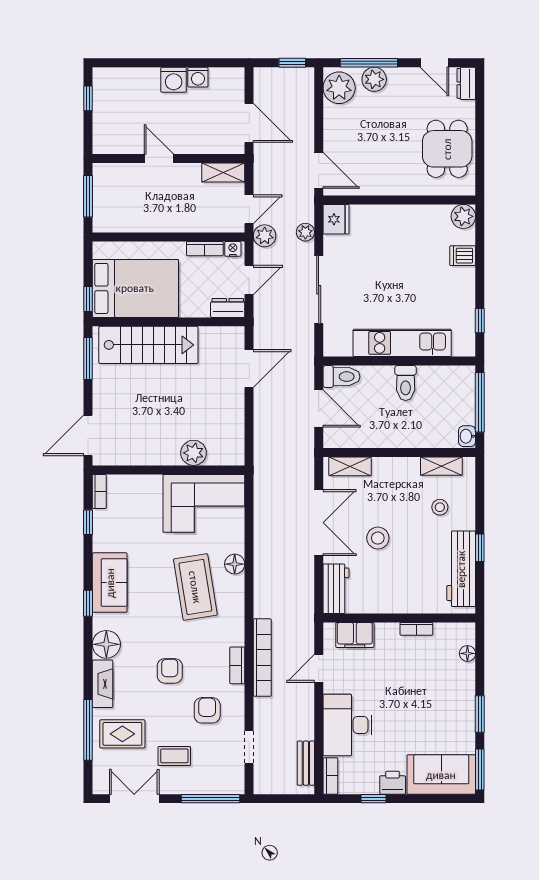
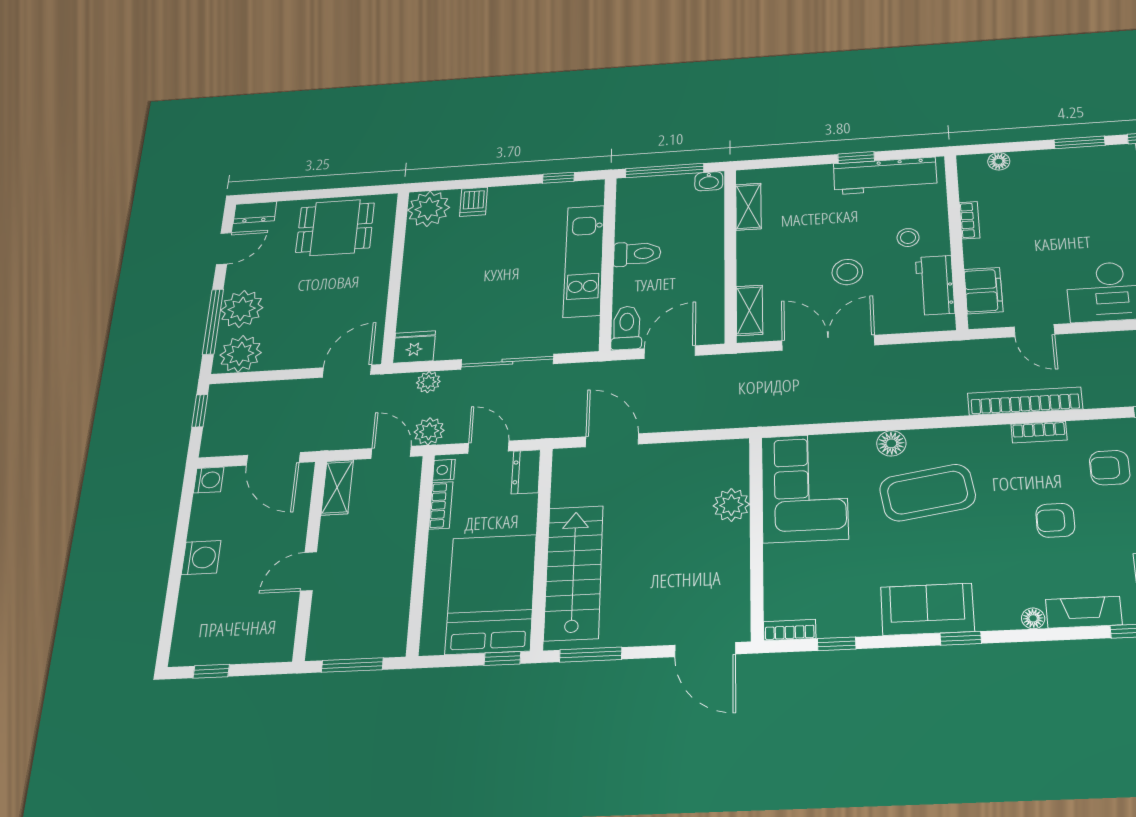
washing machine: (198, 77) -> (209, 480), moved
plant: (374, 79) -> (242, 309), width x1.36, depth x1.36
door: (249, 123) -> (273, 459), swing flipped
plant: (463, 216) -> (429, 209), width x1.36, depth x1.36
stool: (440, 507) -> (908, 237), moved
workbench: (336, 589) -> (935, 285), moved, turned -90
floor lamp: (106, 644) -> (1033, 618), width x0.53, depth x0.53

